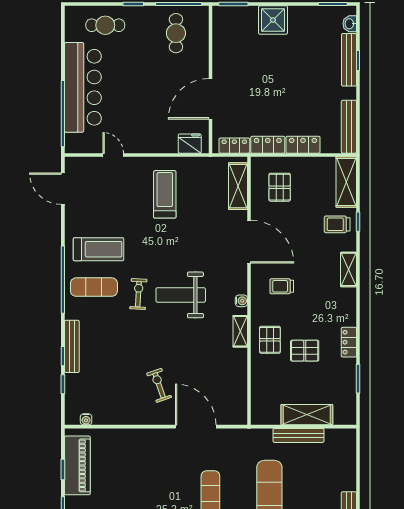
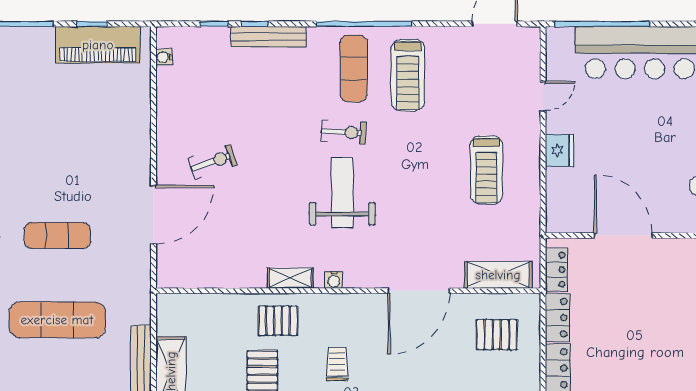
fridge: (190, 144) -> (559, 150), moved
treadmill: (165, 194) -> (487, 170), turned 90
trolley: (282, 286) -> (337, 364), moved

